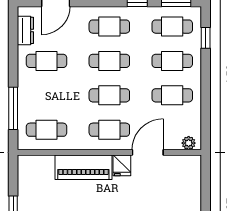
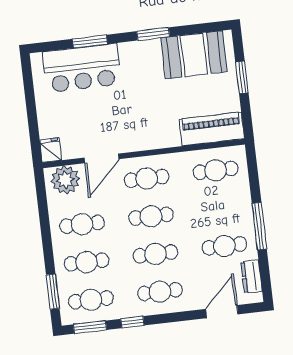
window: (206, 38) -> (53, 292), width x1.50
window: (13, 108) -> (259, 226), moved
plant: (189, 143) -> (65, 180), width x1.87, depth x1.87
fridge: (122, 165) -> (51, 150), moved
piano: (83, 167) -> (212, 129), moved

